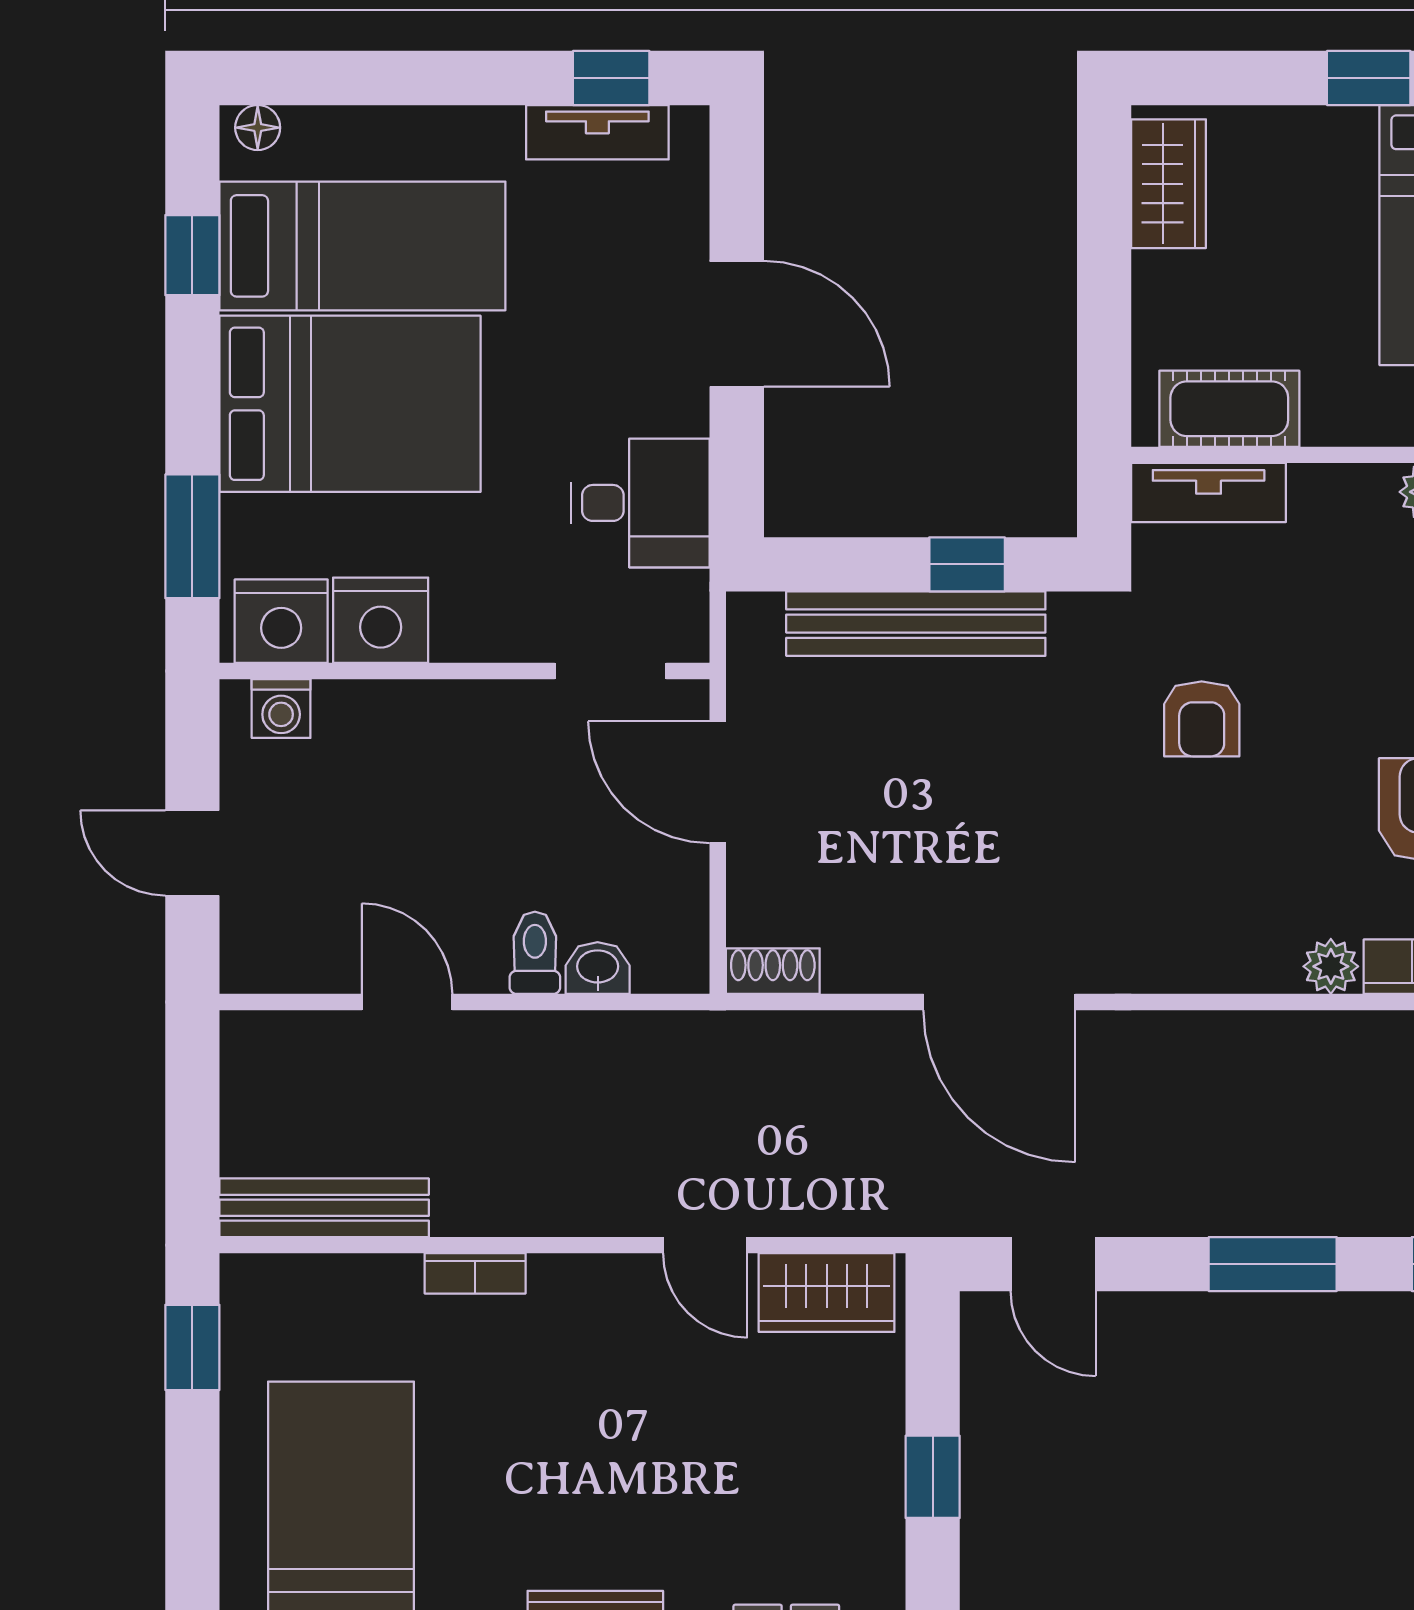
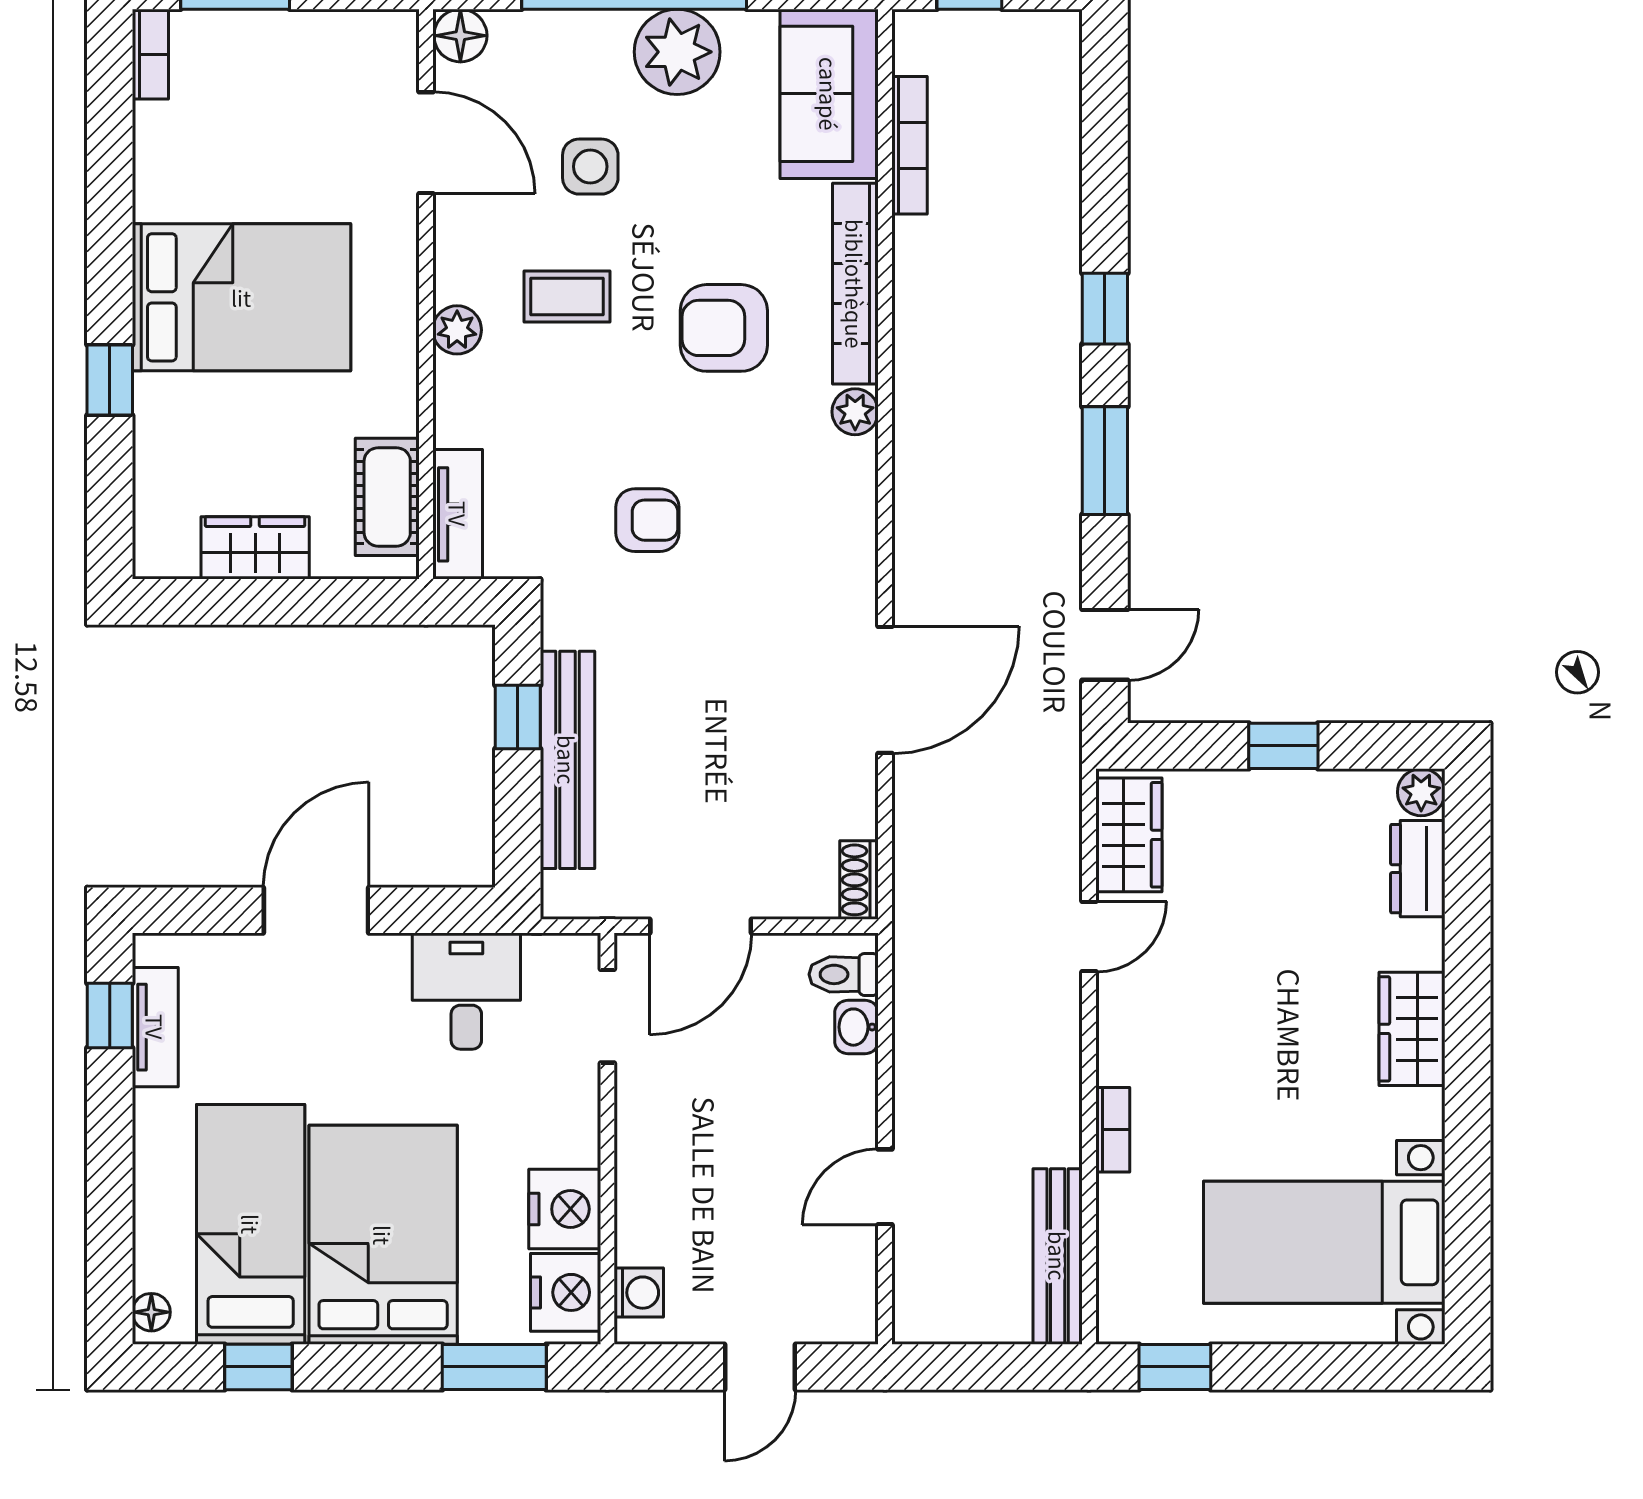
wardrobe: (1169, 184) -> (255, 548), moved
toilet: (535, 953) -> (844, 974), moved

